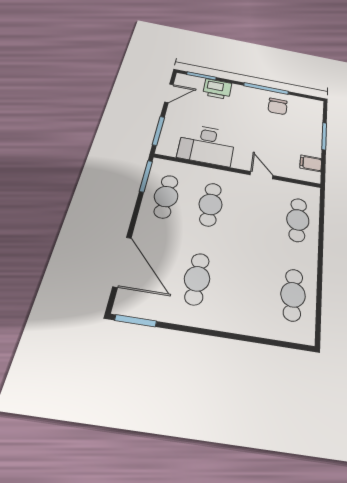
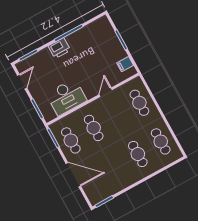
printer: (217, 89) -> (59, 48), moved
chair: (278, 106) -> (83, 40), removed
door: (262, 175) -> (106, 92), hinge flipped
door: (122, 262) -> (73, 175), moved
cafe table: (197, 279) -> (138, 154), moved

